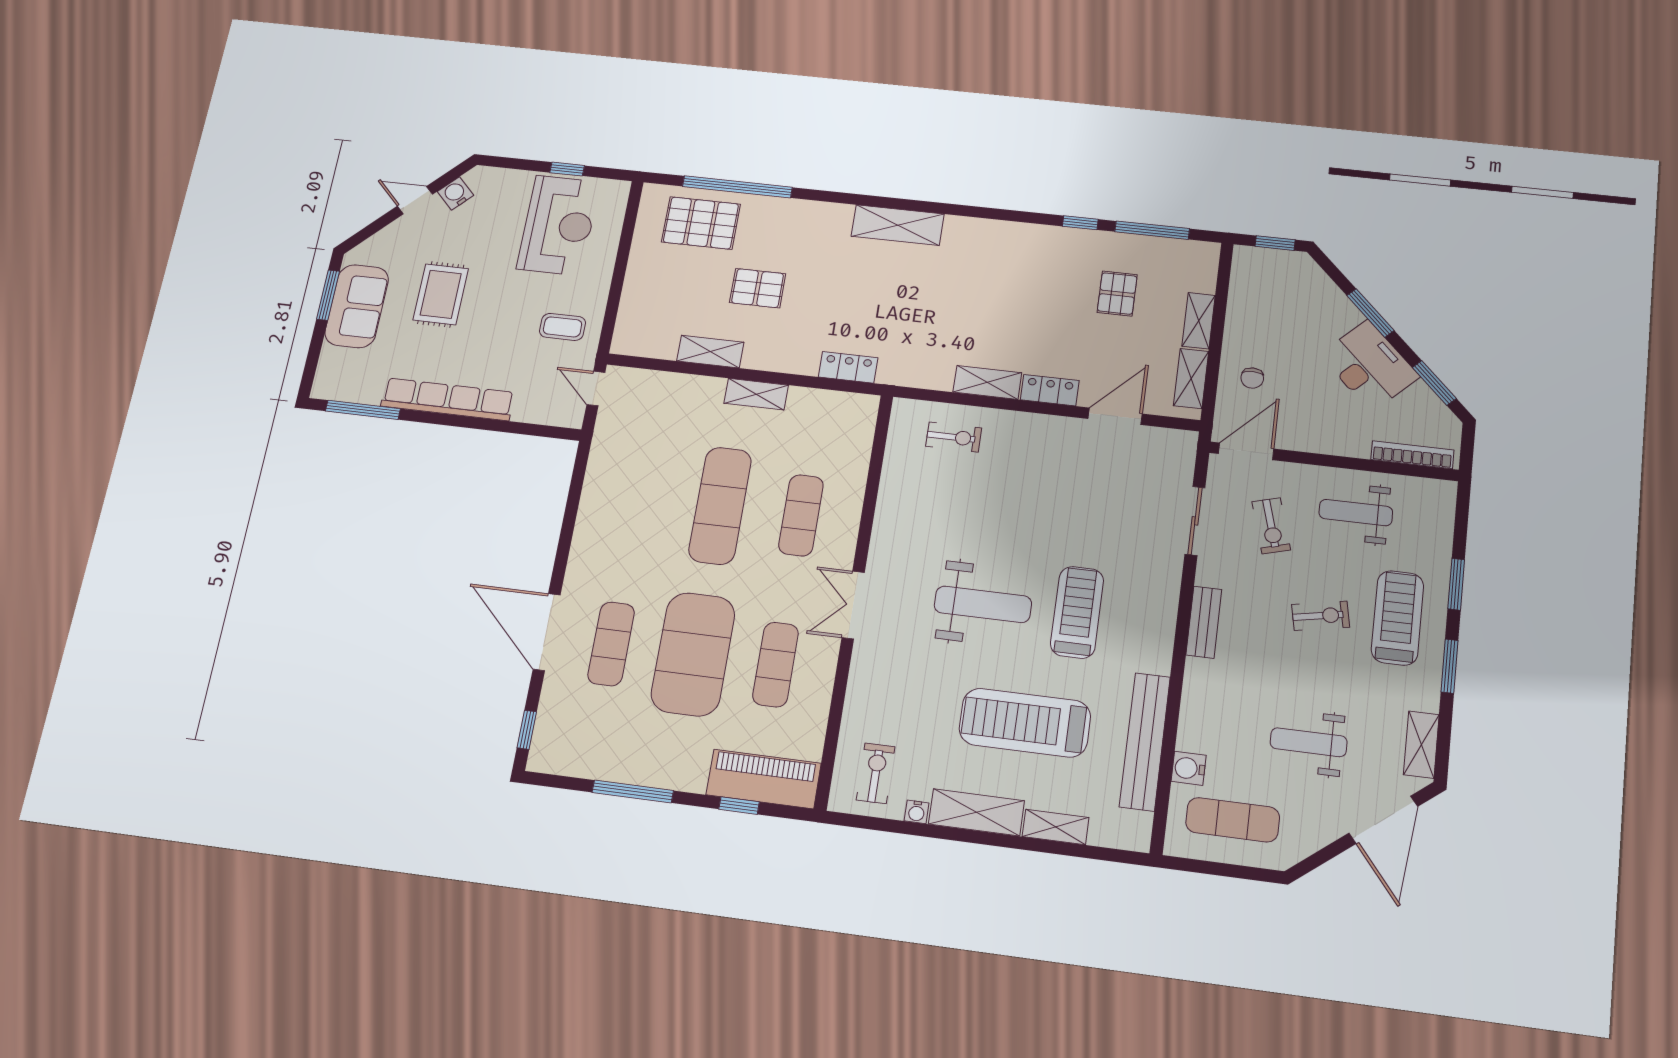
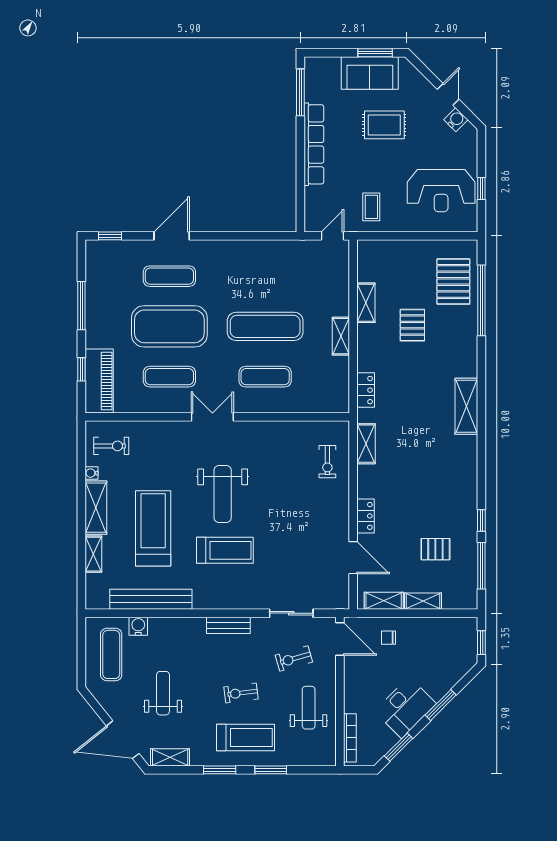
shelving: (987, 382) -> (366, 444), moved
exercise bike: (1321, 616) -> (241, 693), turned 94
door: (547, 632) -> (172, 236), width x0.73

